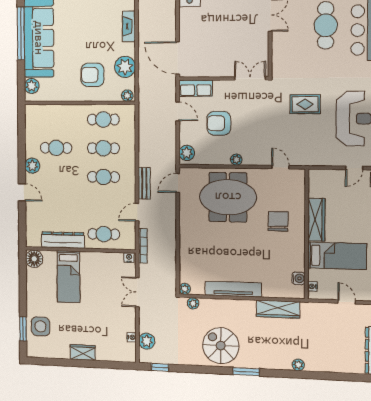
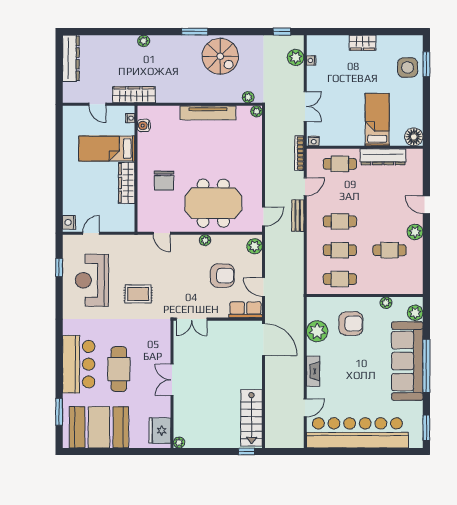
plant: (127, 96) -> (386, 303), moved
wardrobe: (278, 309) -> (134, 95), moved

